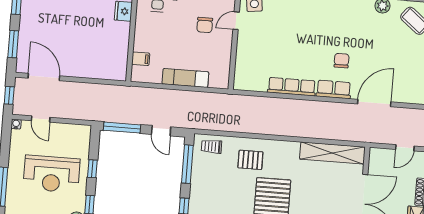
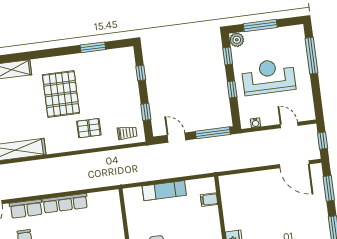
water cooler: (16, 124) -> (255, 123), moved
window: (187, 164) -> (146, 112), width x0.46

